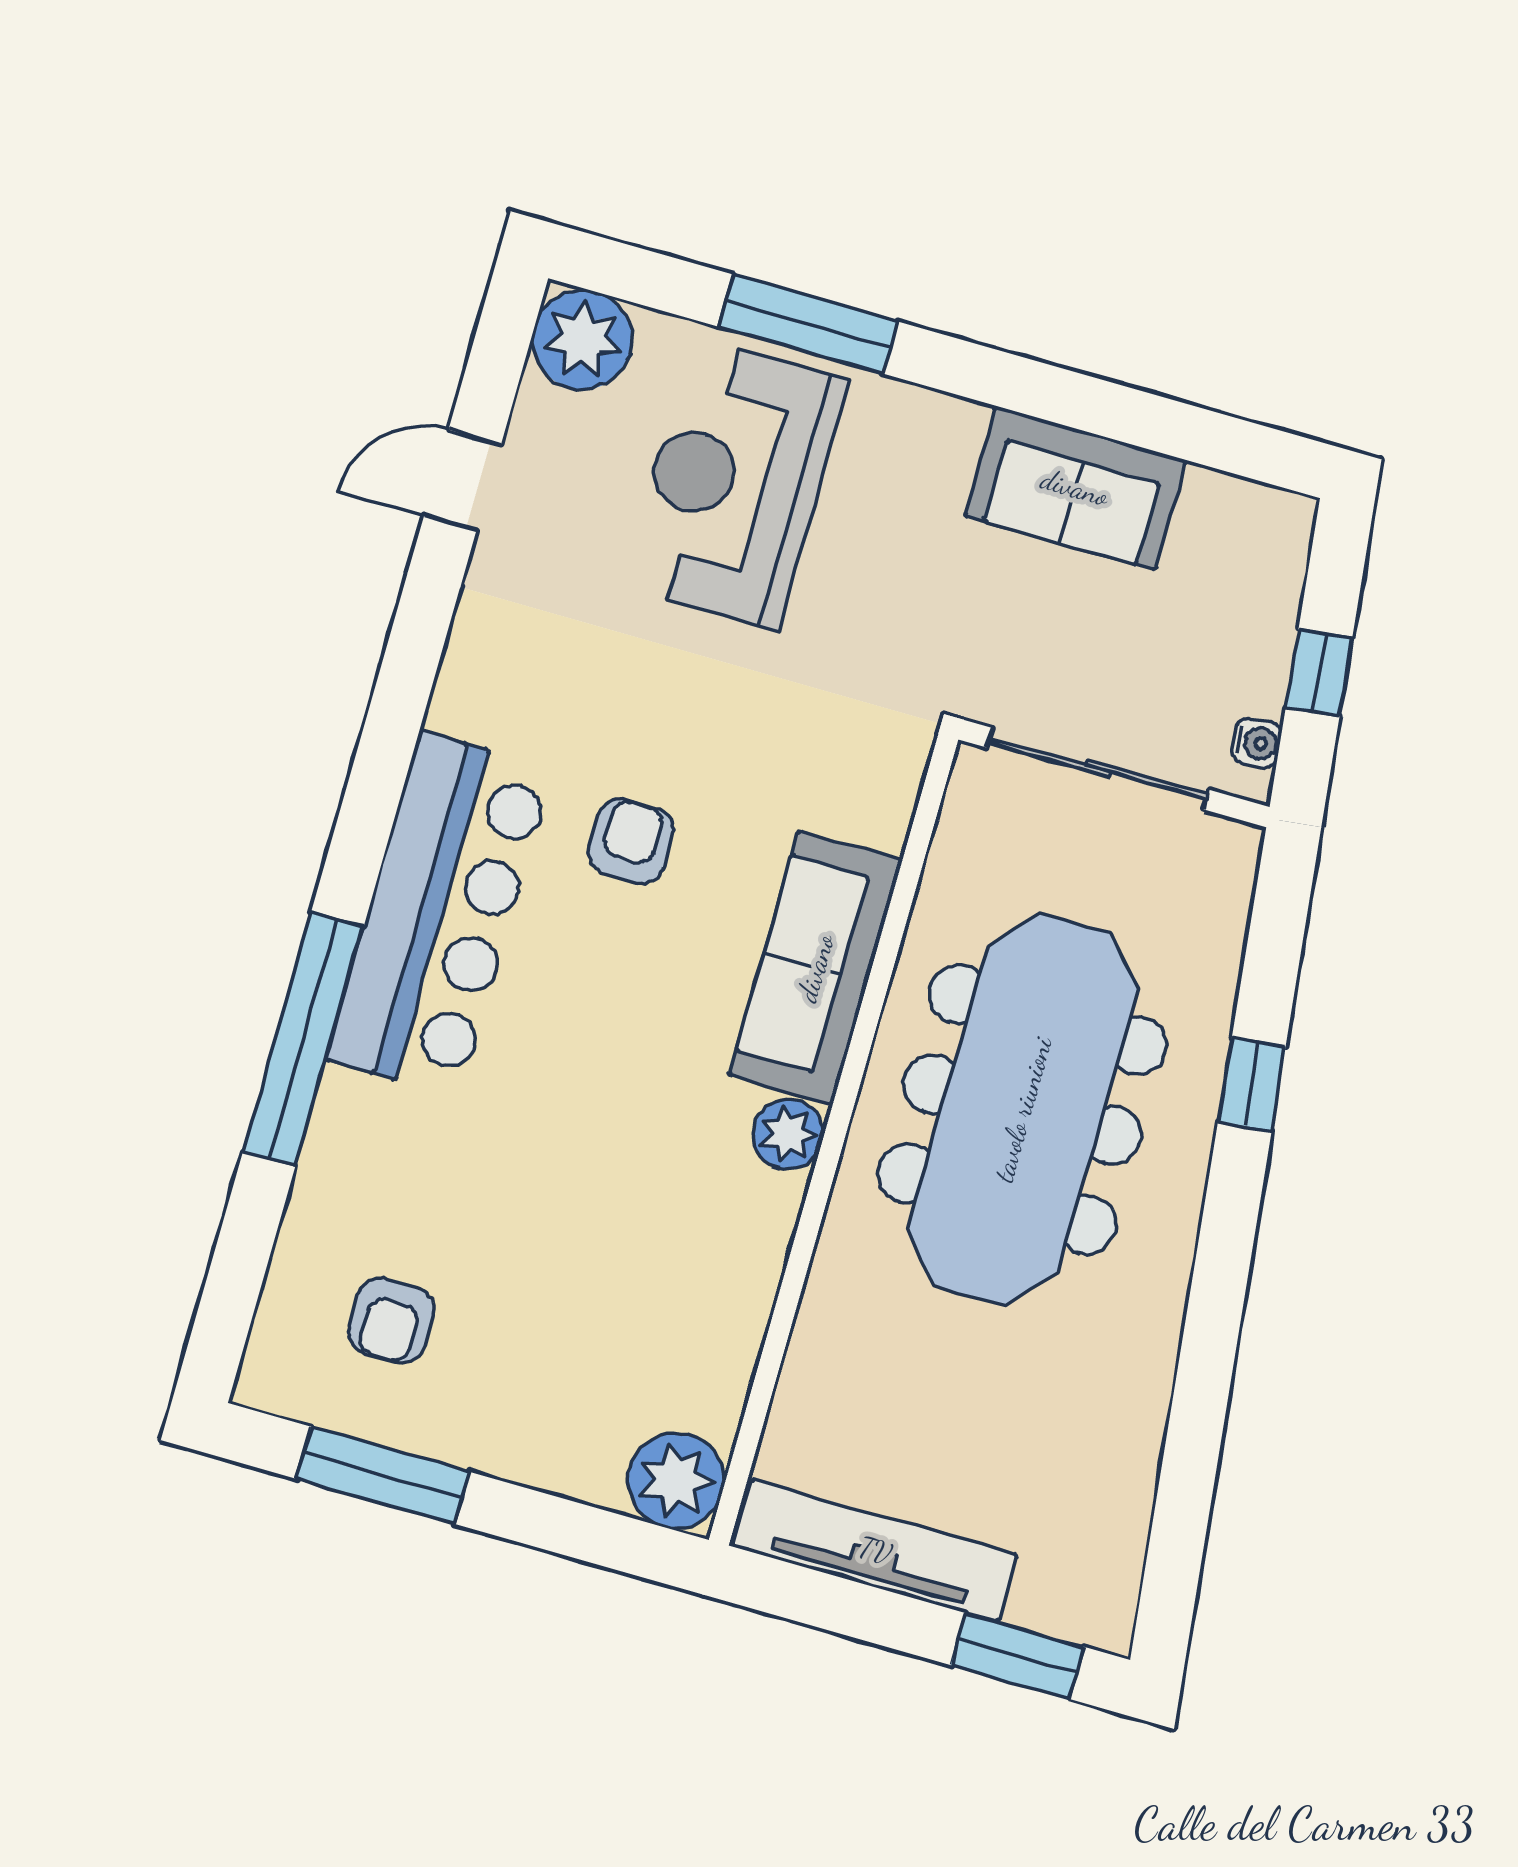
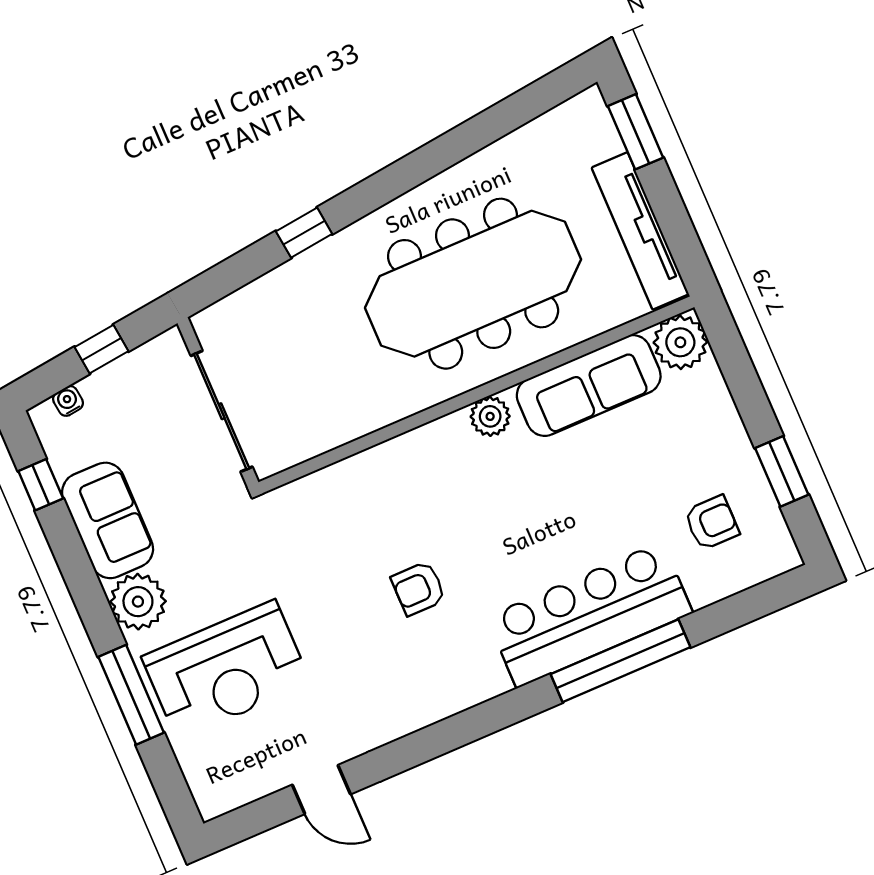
plant: (582, 340) -> (138, 602), moved
window: (1200, 436) -> (41, 485), added
water cooler: (1257, 743) -> (68, 401), moved
bar counter: (440, 914) -> (590, 615), moved
sofa: (816, 968) -> (589, 386), moved
meeting table: (1023, 1109) -> (473, 284), moved
window: (383, 1475) -> (782, 471), width x0.69

